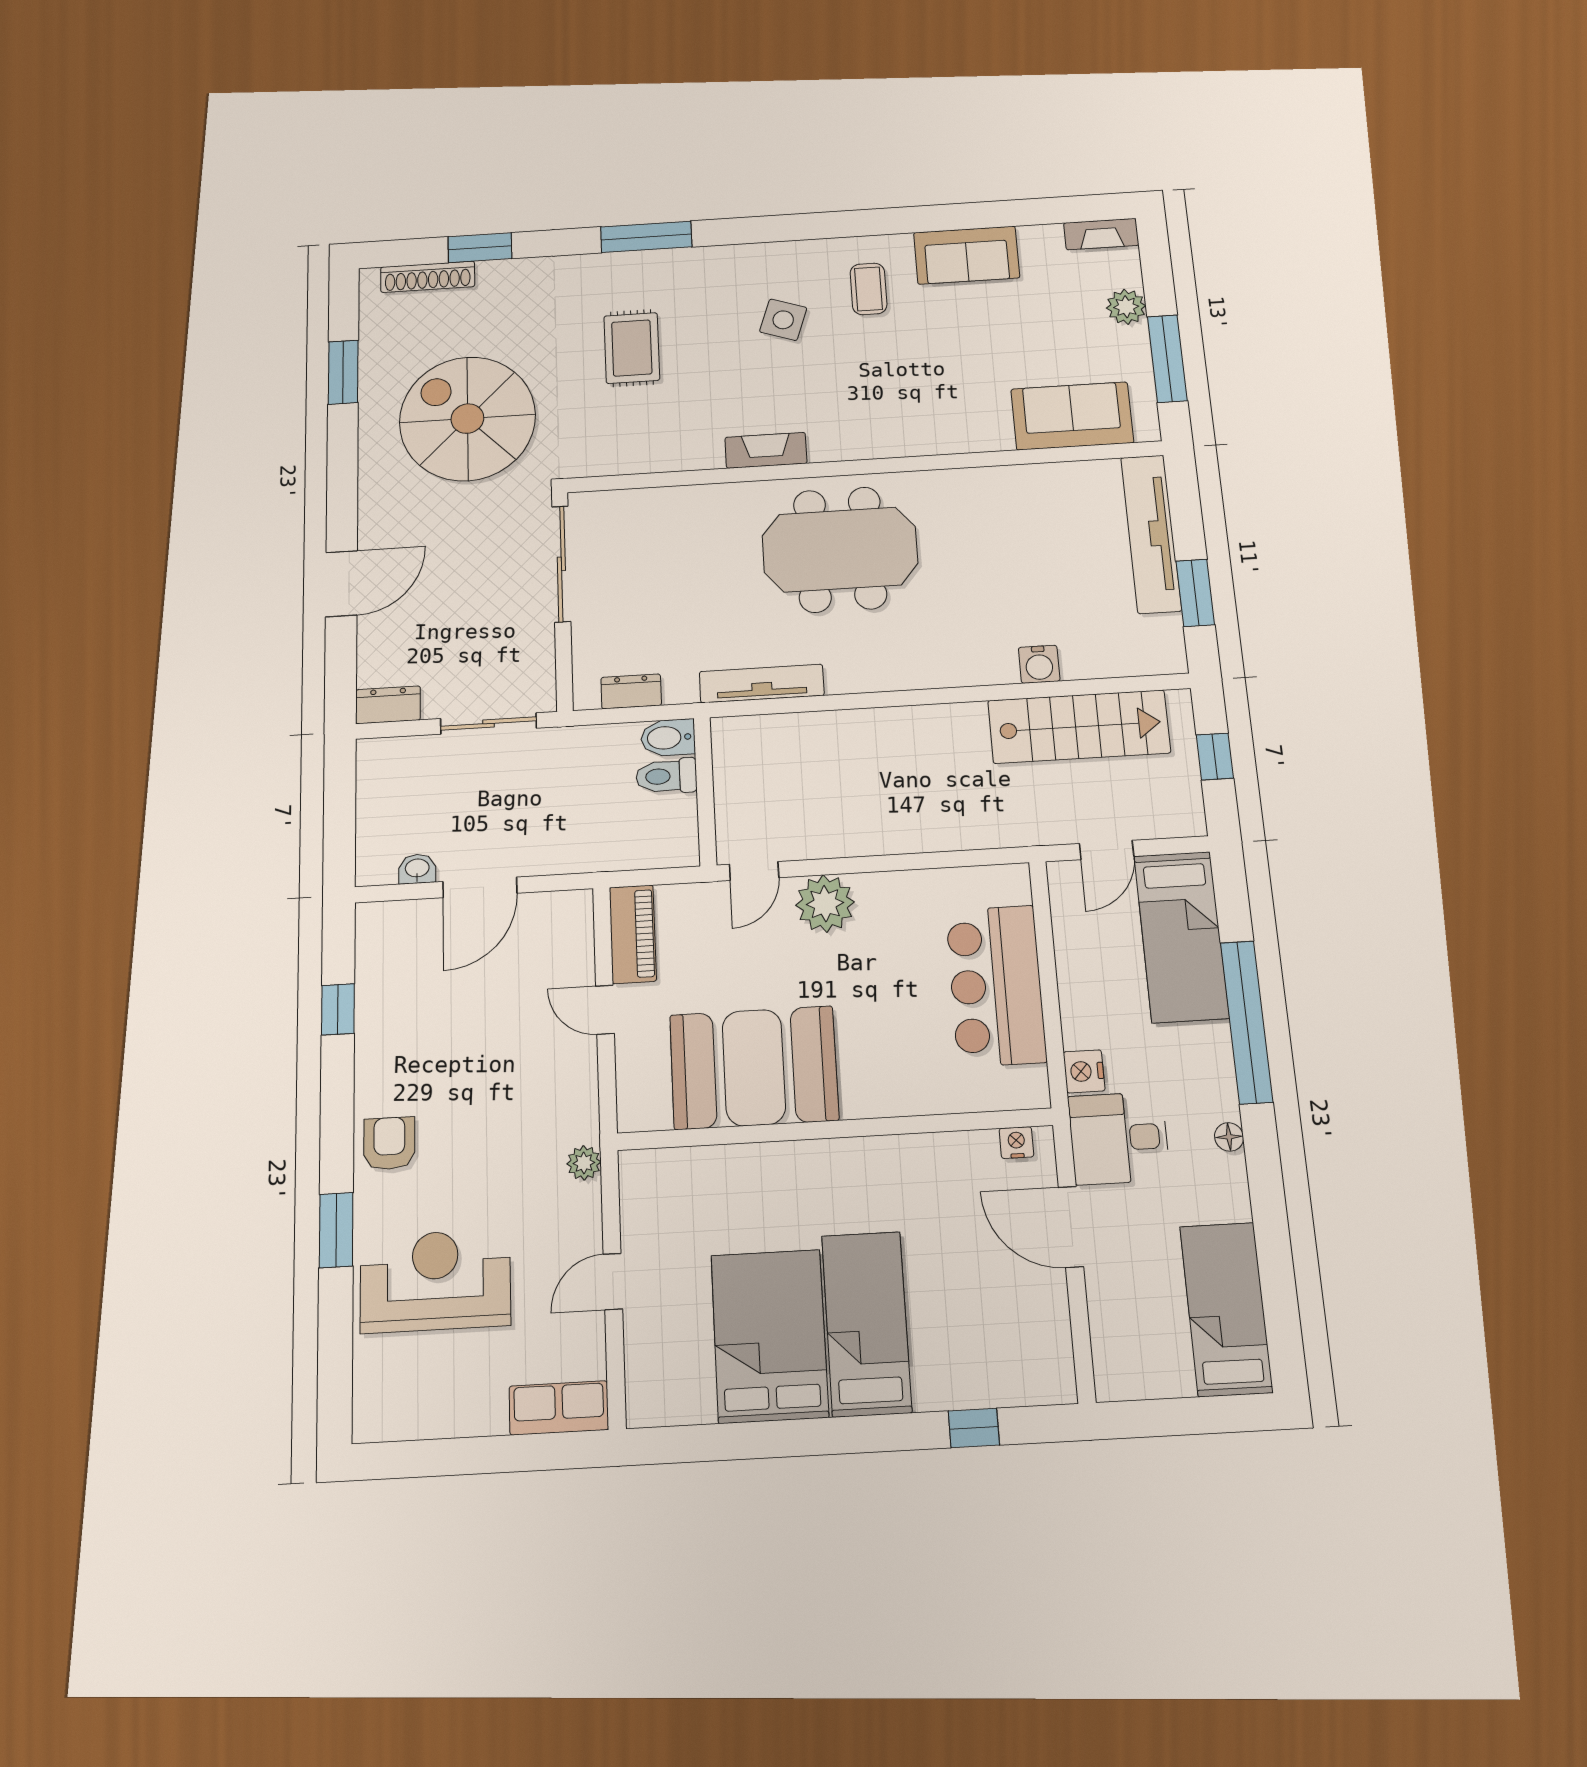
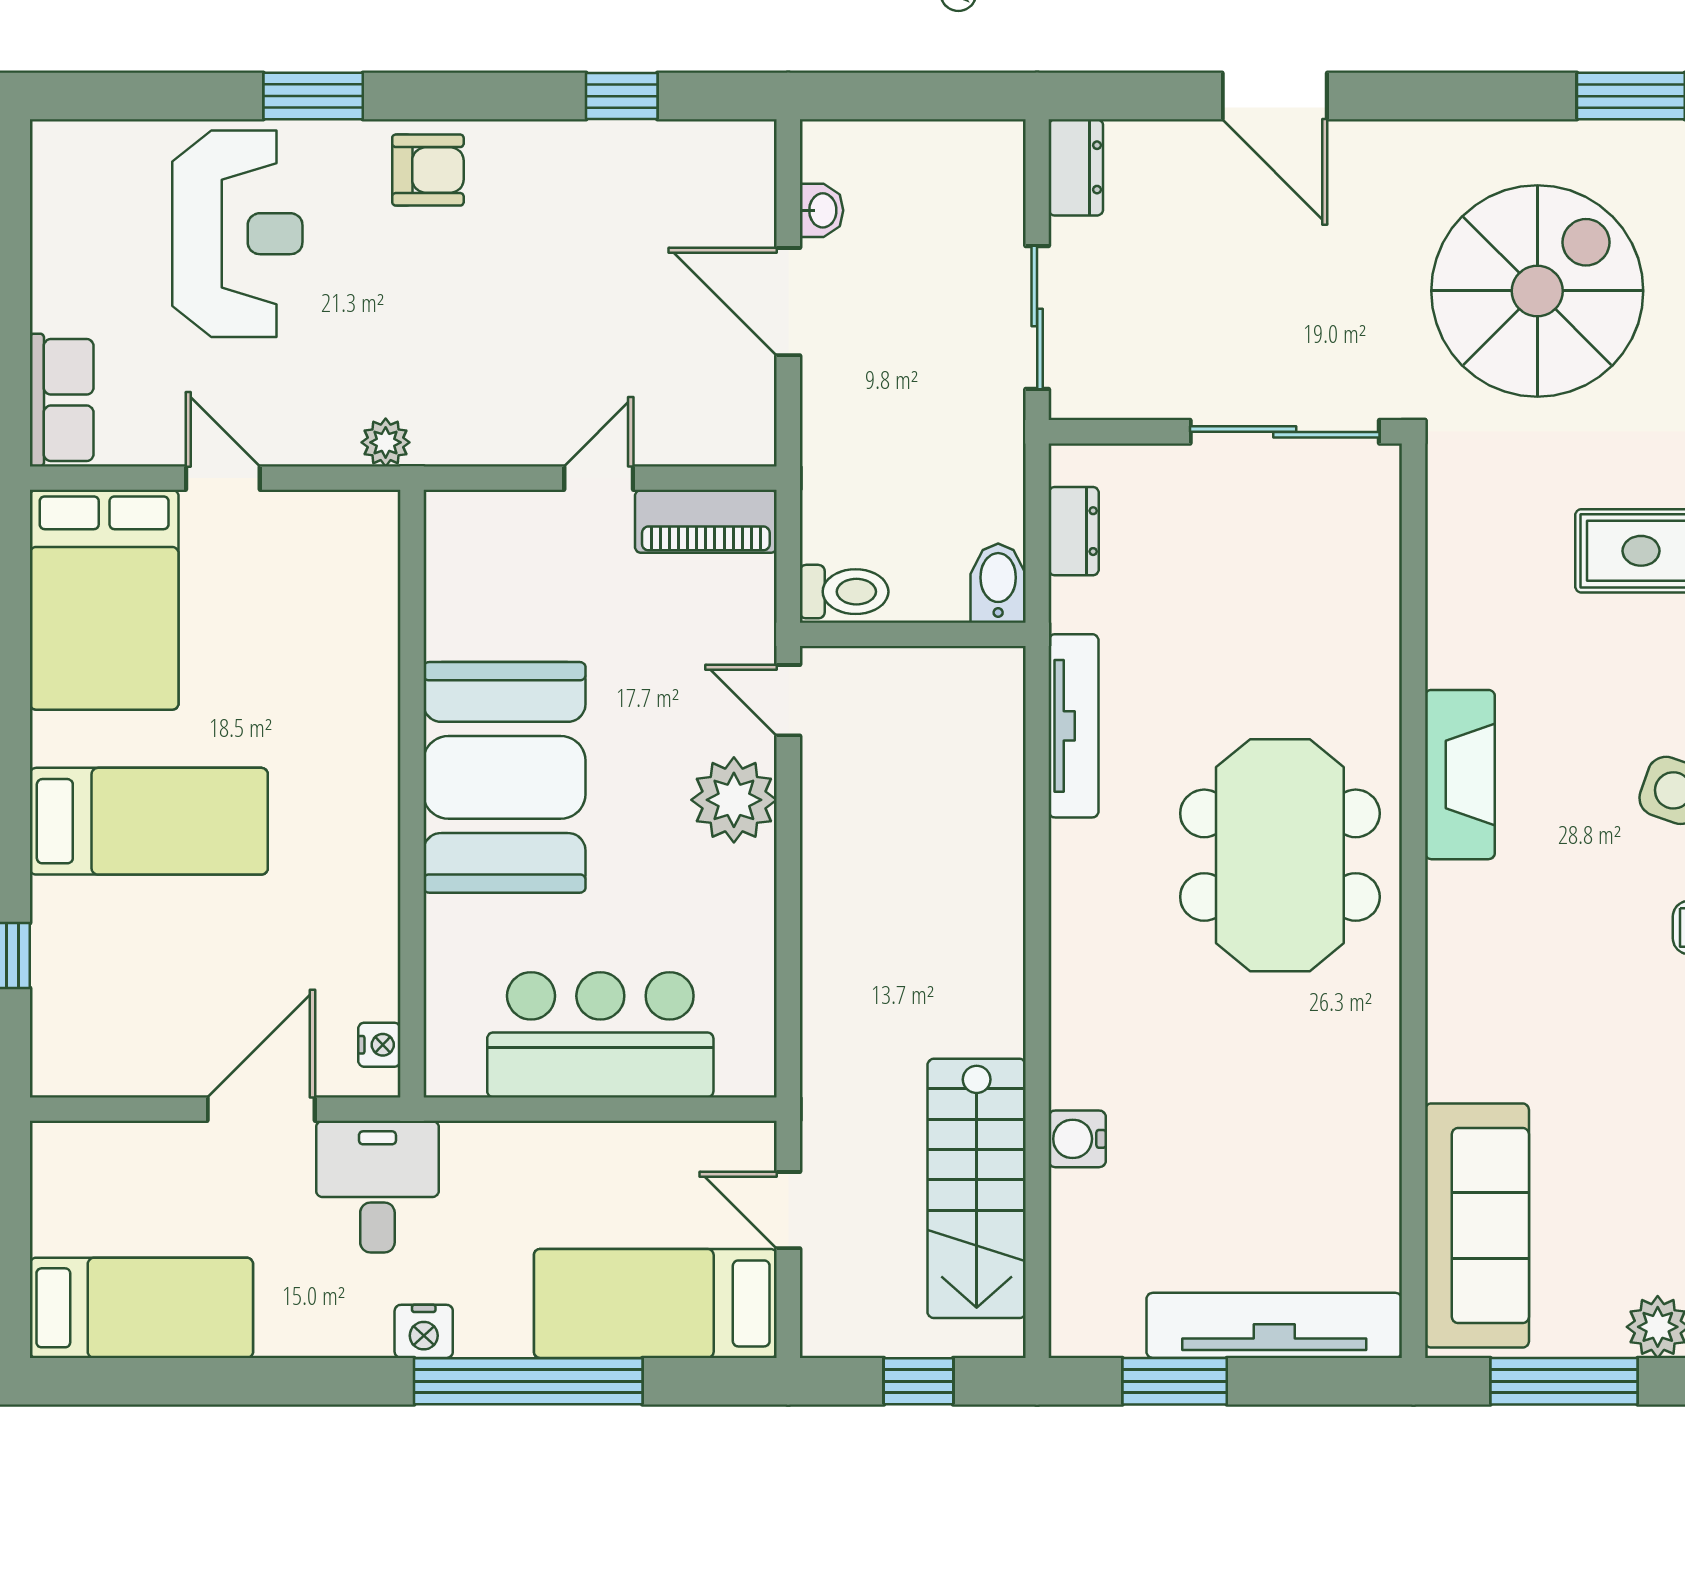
sofa: (1072, 416) -> (1477, 1226), width x1.36
fireplace: (766, 450) -> (1460, 775), width x1.37, depth x1.32
toilet: (666, 776) -> (844, 592), moved, turned 90
booth: (754, 1067) -> (504, 777), moved
nightstand: (1084, 1071) -> (424, 1331), moved, turned 180
floor lamp: (1229, 1137) -> (370, 1338), removed
bed: (769, 1336) -> (104, 600), moved, turned 90

